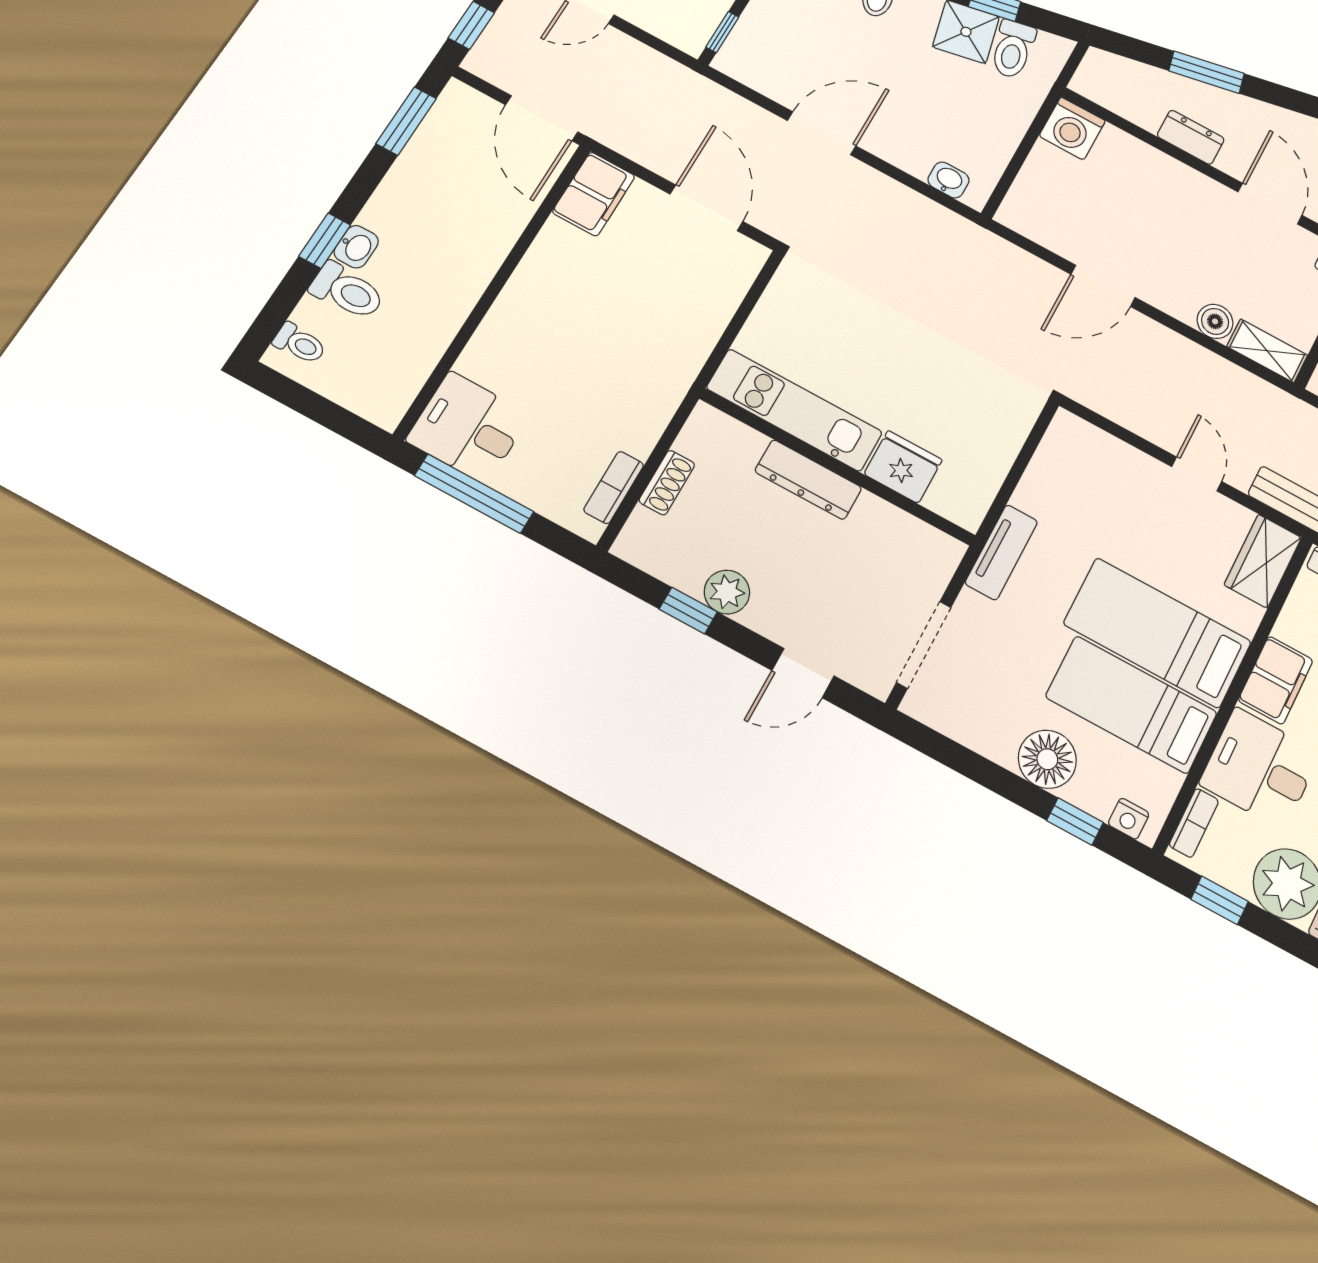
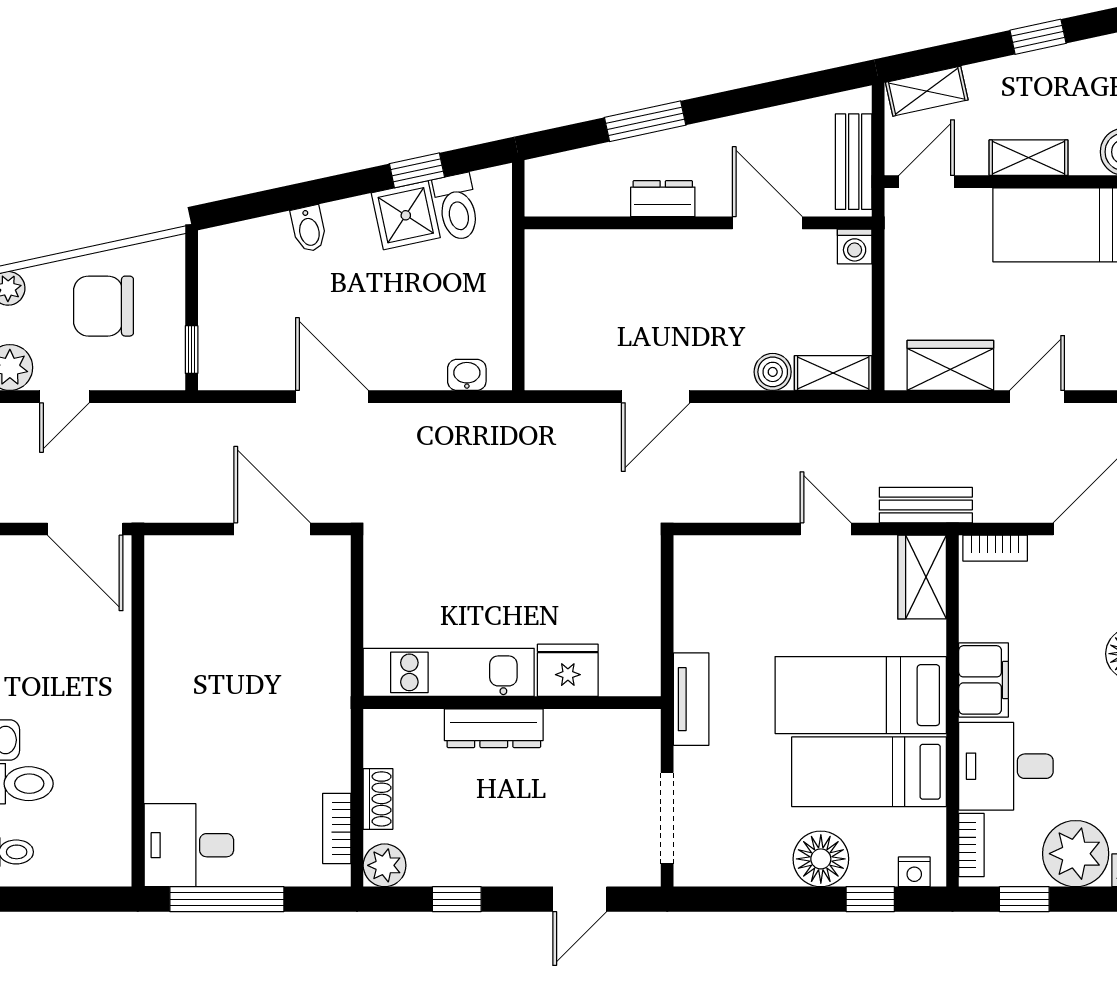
washing machine: (1072, 128) -> (551, 256), removed
door: (822, 133) -> (332, 397), hinge flipped
filing cabinet: (594, 194) -> (170, 574), removed
plant: (727, 592) -> (385, 865), moved

